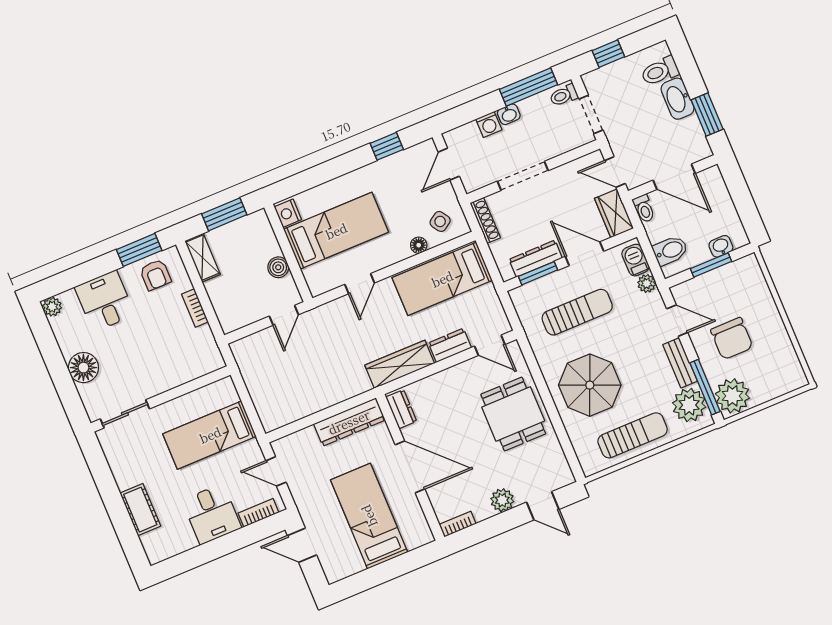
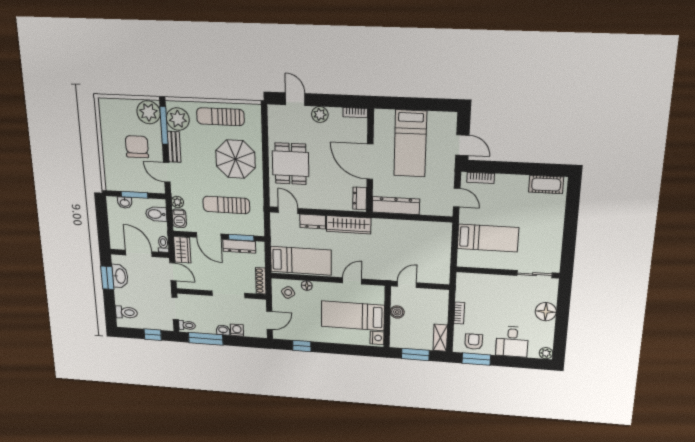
washbasin: (677, 99) -> (120, 276), moved
cot: (140, 510) -> (546, 185), moved, turned 90
desk: (212, 514) -> (511, 191), removed

